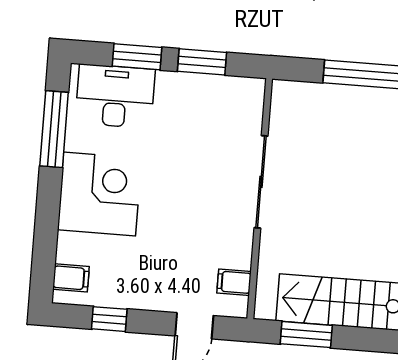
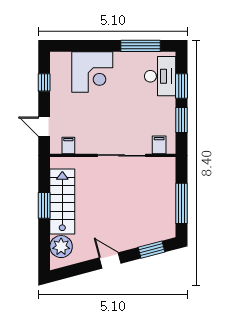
corner desk: (99, 194) -> (92, 72), moved
filing cabinet: (71, 278) -> (159, 145), moved, turned 180
window: (306, 335) -> (44, 205), moved

